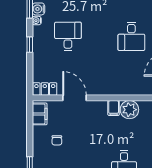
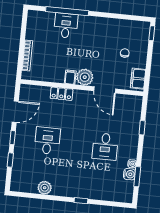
window: (30, 45) -> (142, 128), moved
locker: (45, 89) -> (62, 94), moved
plant: (129, 110) -> (85, 77), moved

